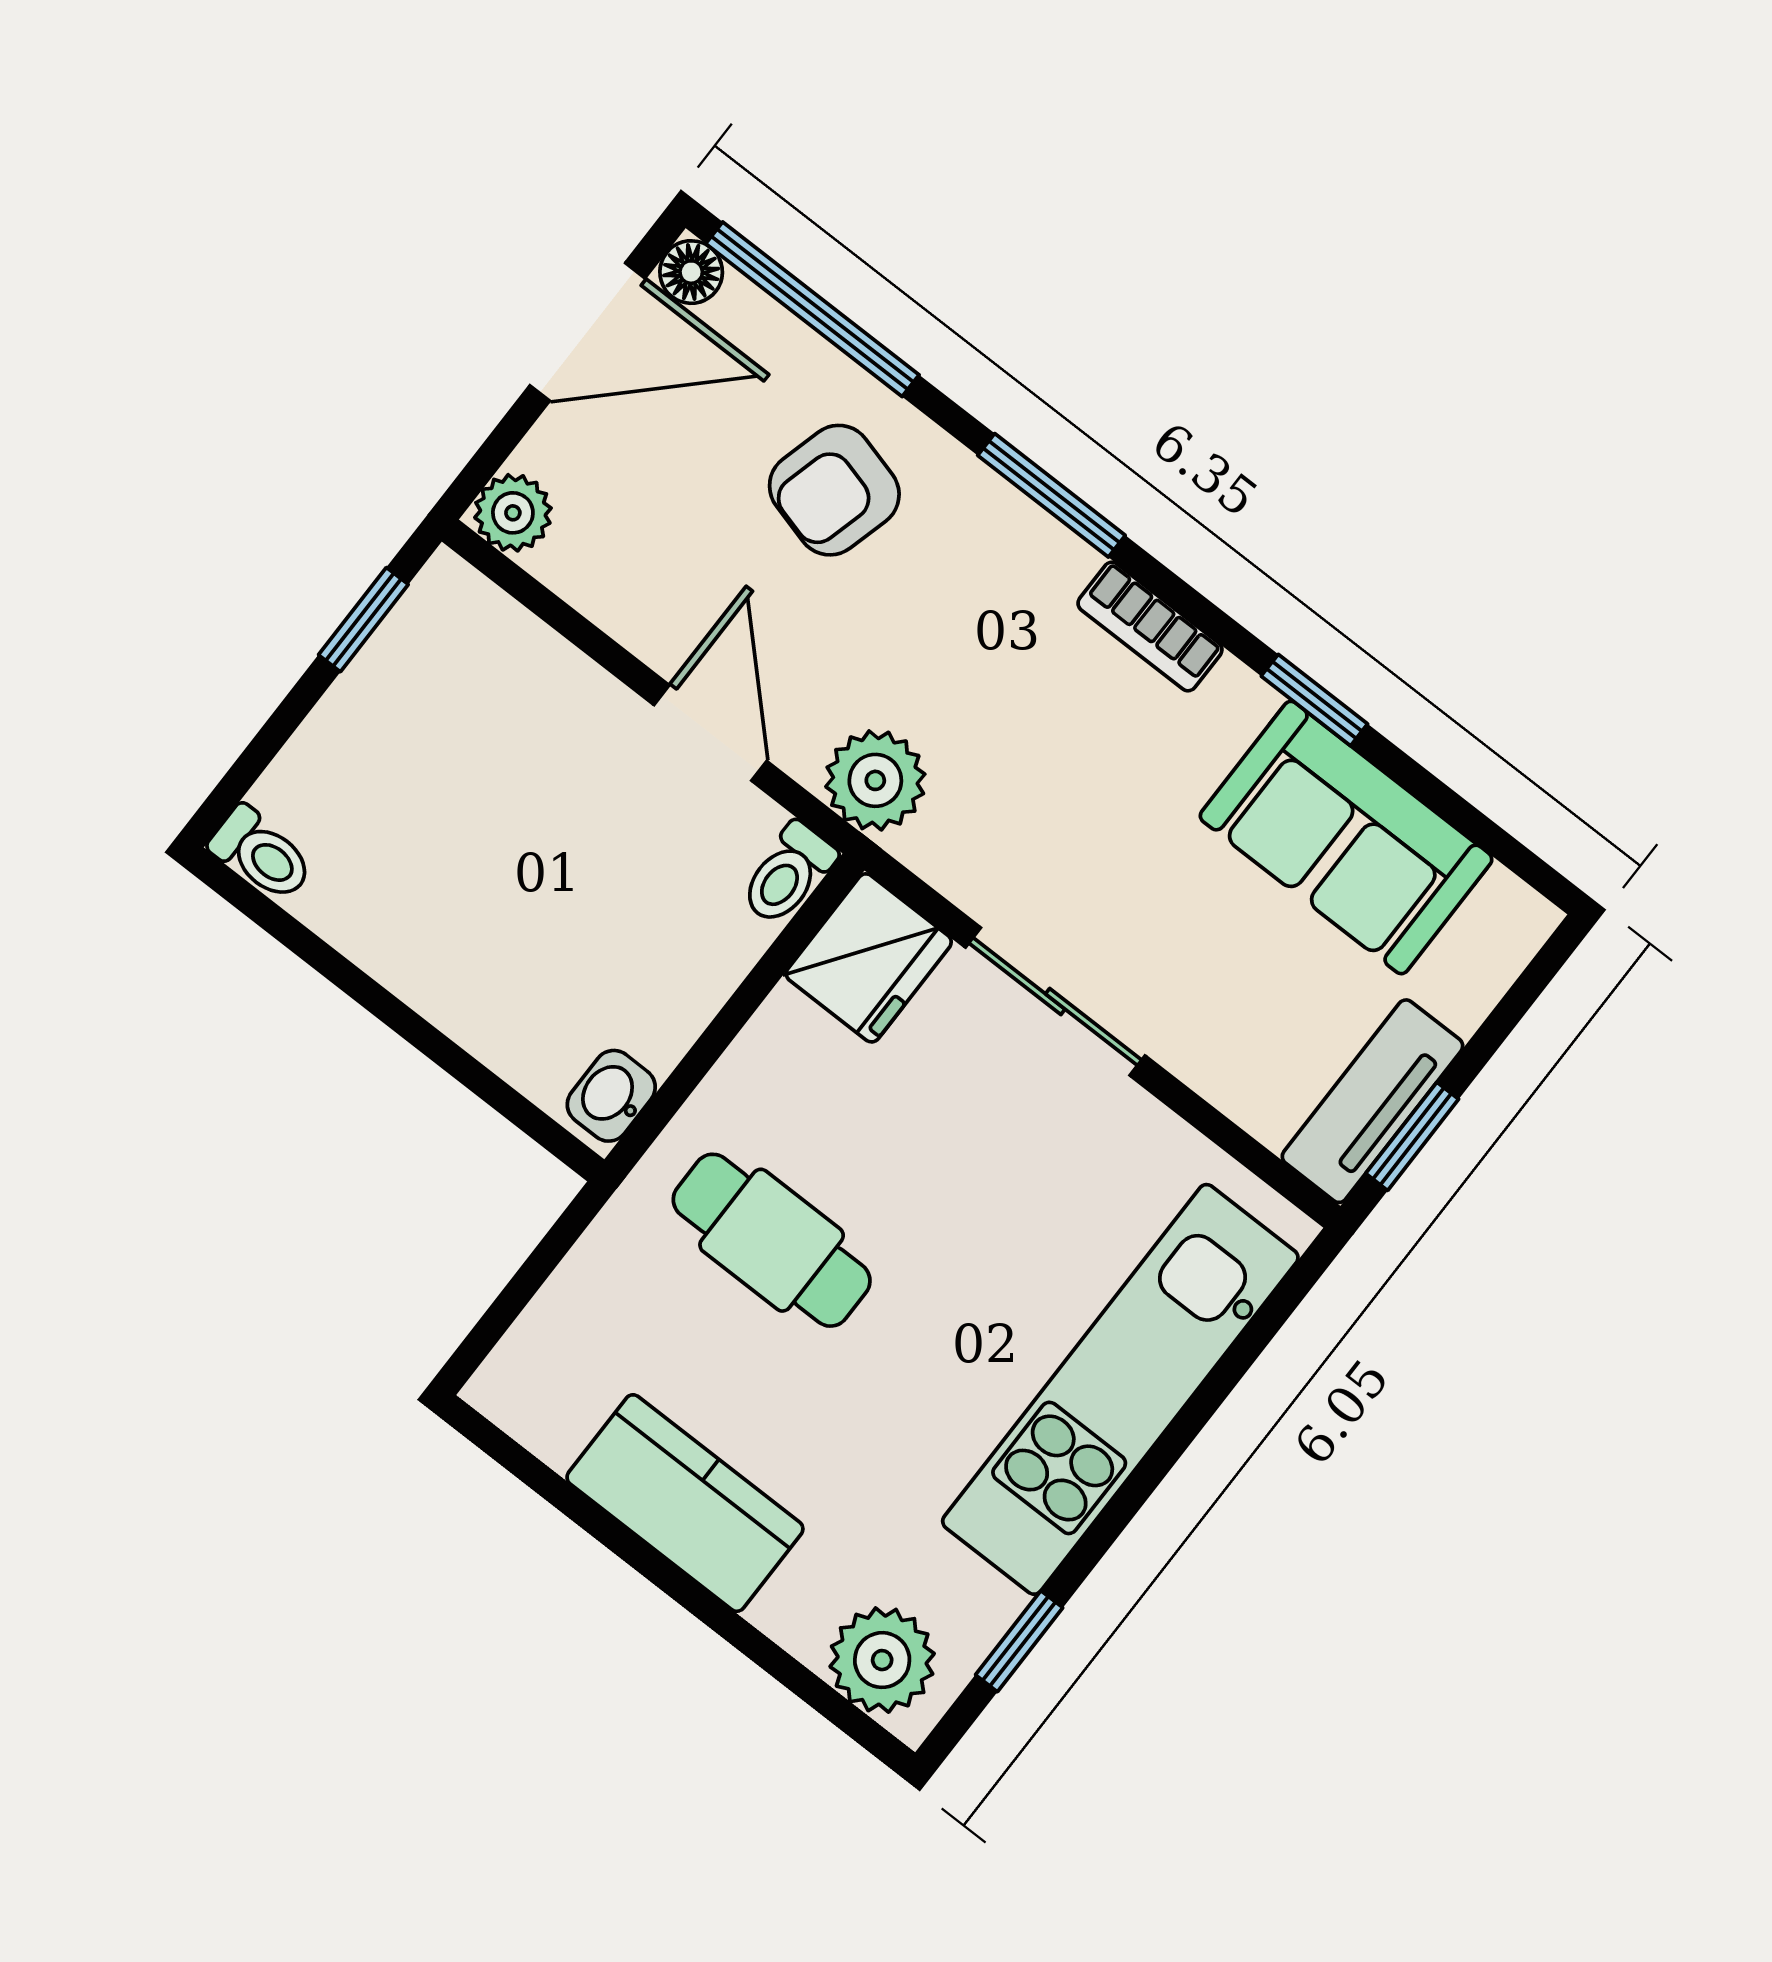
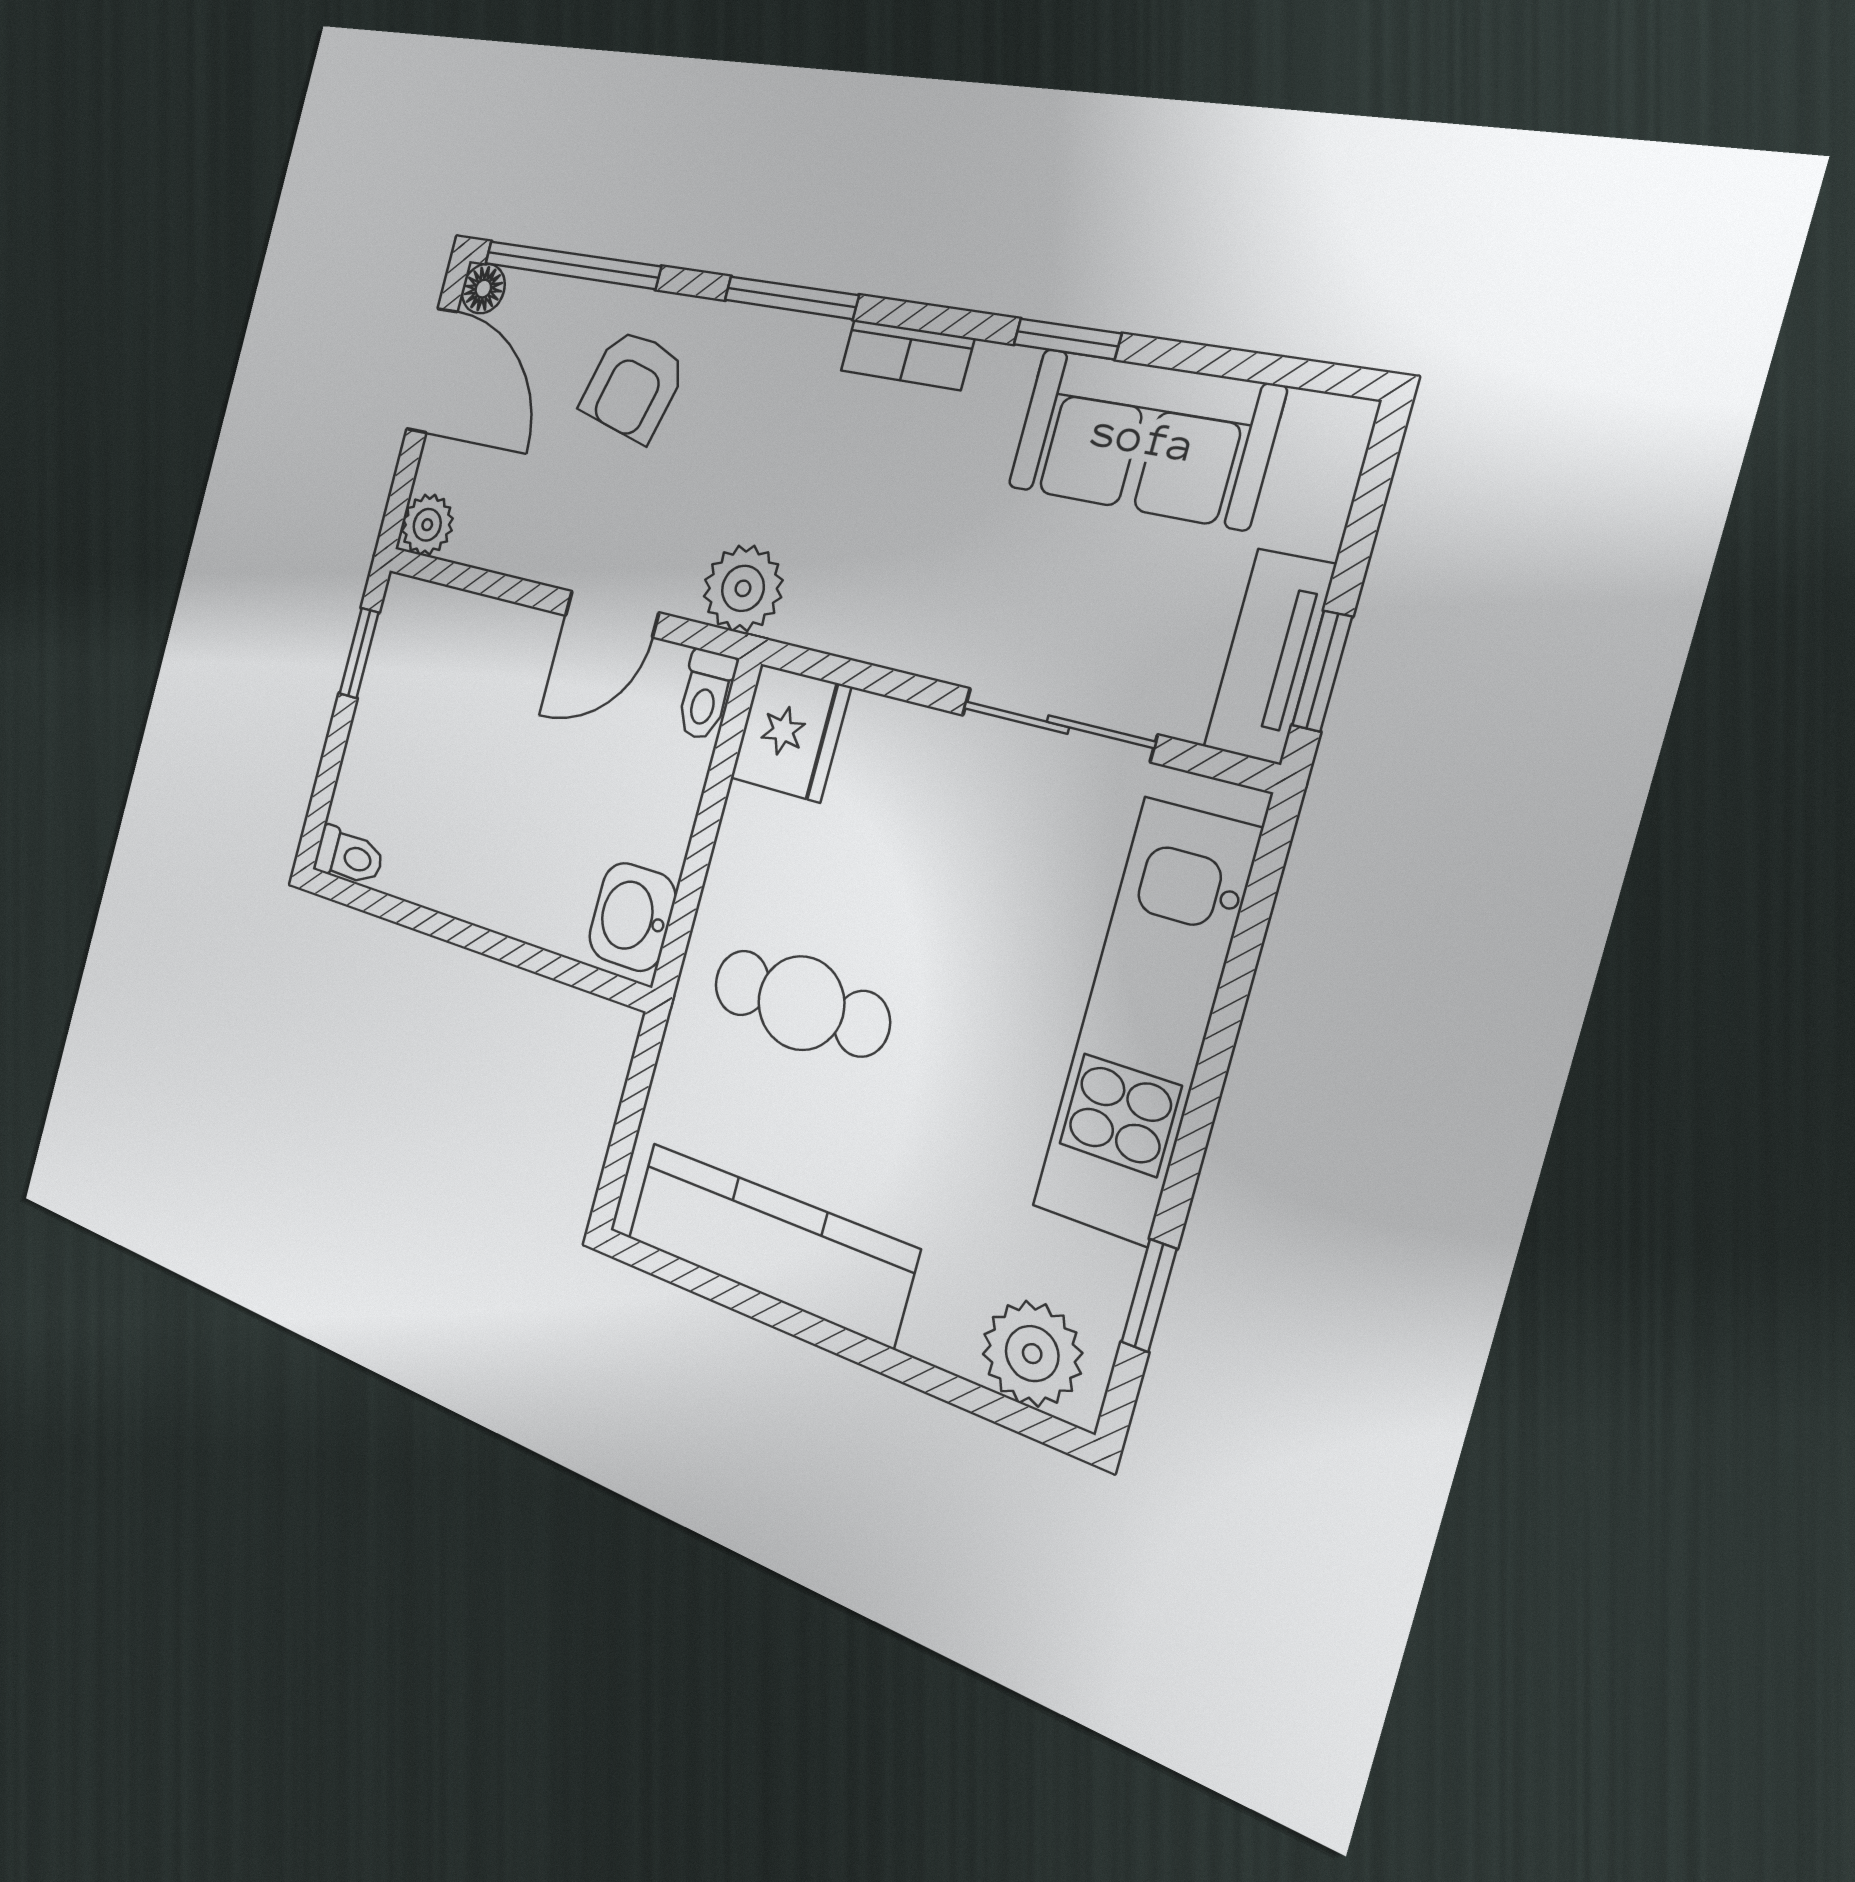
door: (587, 332) -> (432, 370), hinge flipped
door: (710, 733) -> (612, 614), swing flipped
sliding door: (1055, 1001) -> (1058, 725), moved
washbasin: (611, 1096) -> (632, 917), width x1.38, depth x1.45
kitchen counter: (685, 1503) -> (770, 1243), width x1.50

